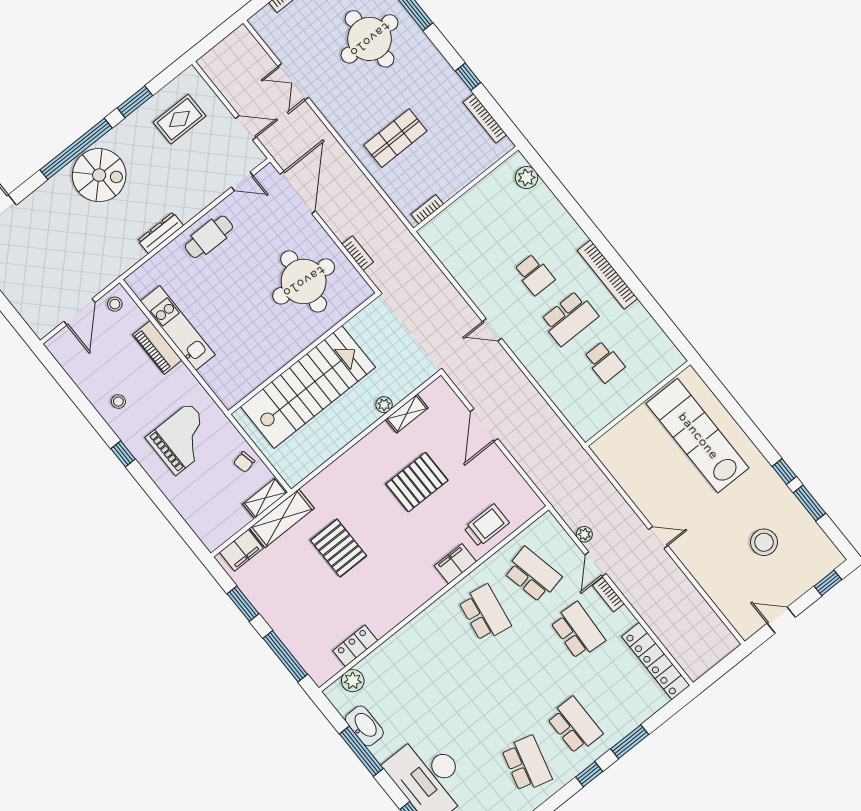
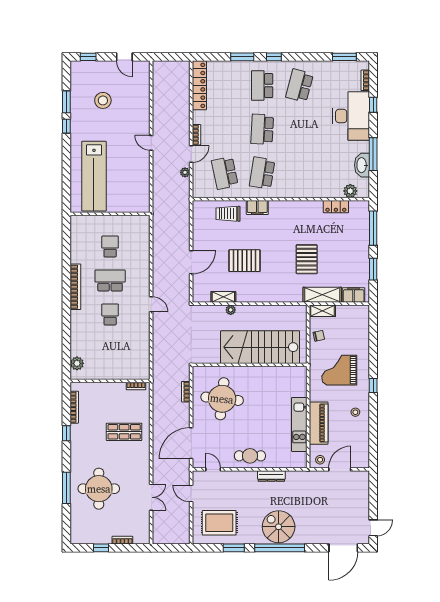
rug: (180, 119) -> (219, 523), width x1.36, depth x1.43
piano: (157, 347) -> (319, 423), width x1.37, depth x1.33
school desk: (578, 631) -> (262, 129), moved

